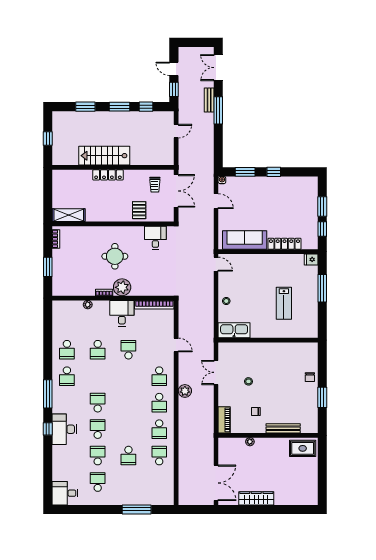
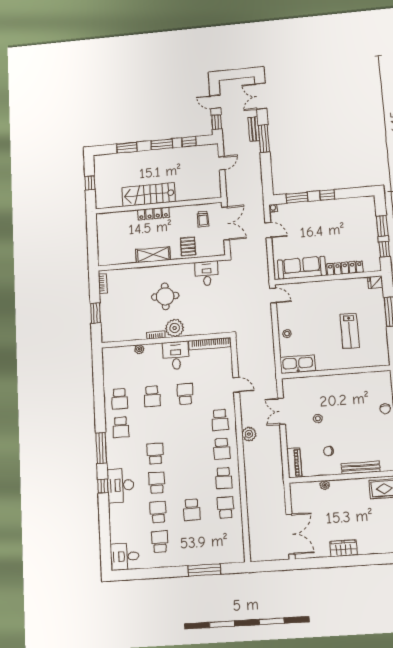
shelving: (69, 215) -> (153, 255), moved
wardrobe: (256, 498) -> (343, 548), width x0.67

